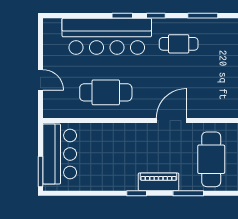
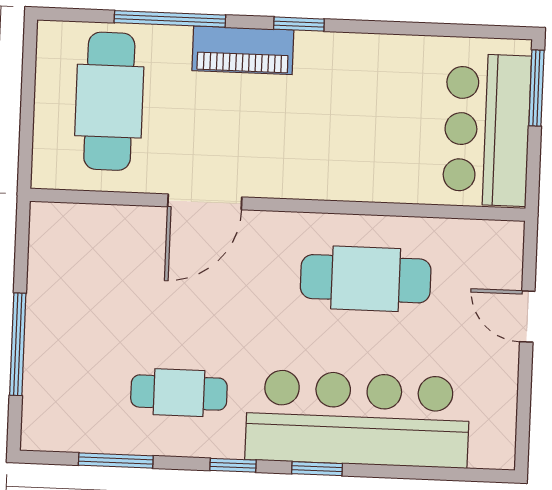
window: (188, 193) -> (170, 19), width x1.44

